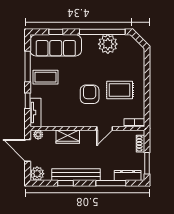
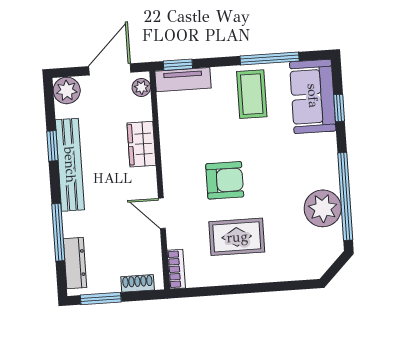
sofa: (56, 45) -> (313, 96), width x0.73
rug: (120, 90) -> (237, 237), turned 90
window: (28, 101) -> (178, 65), moved

